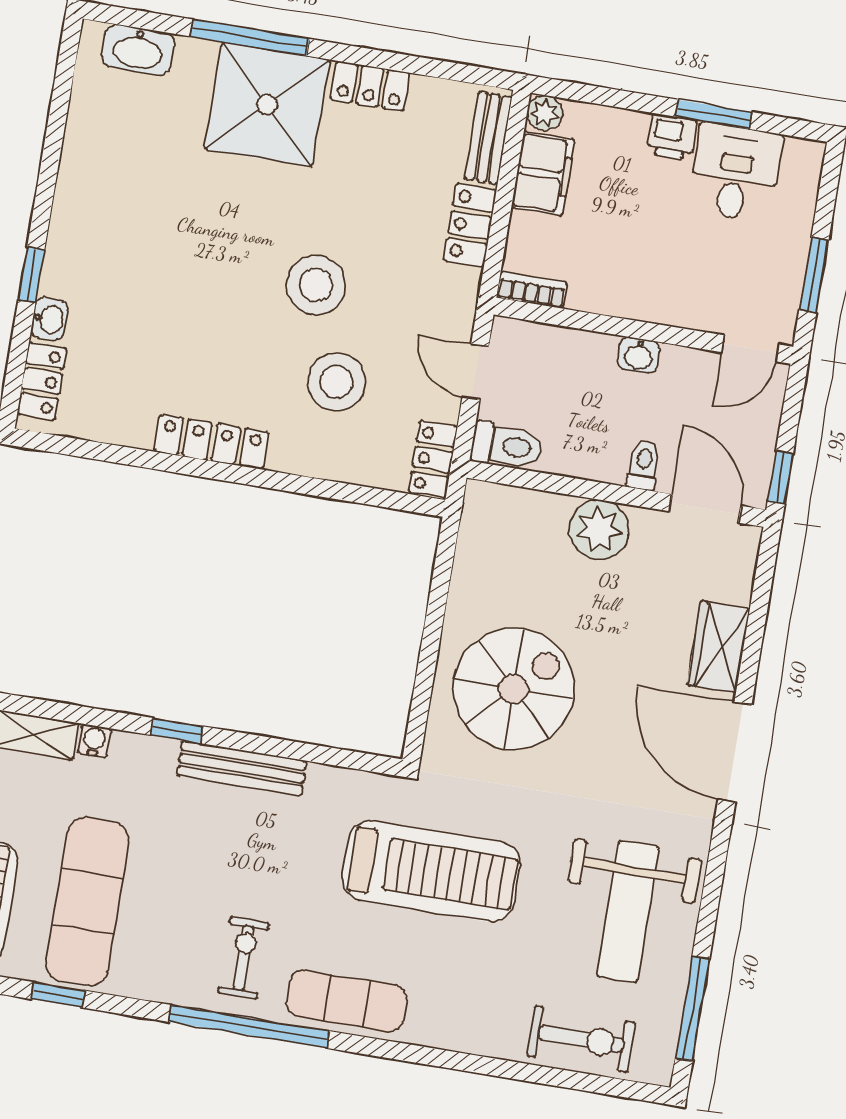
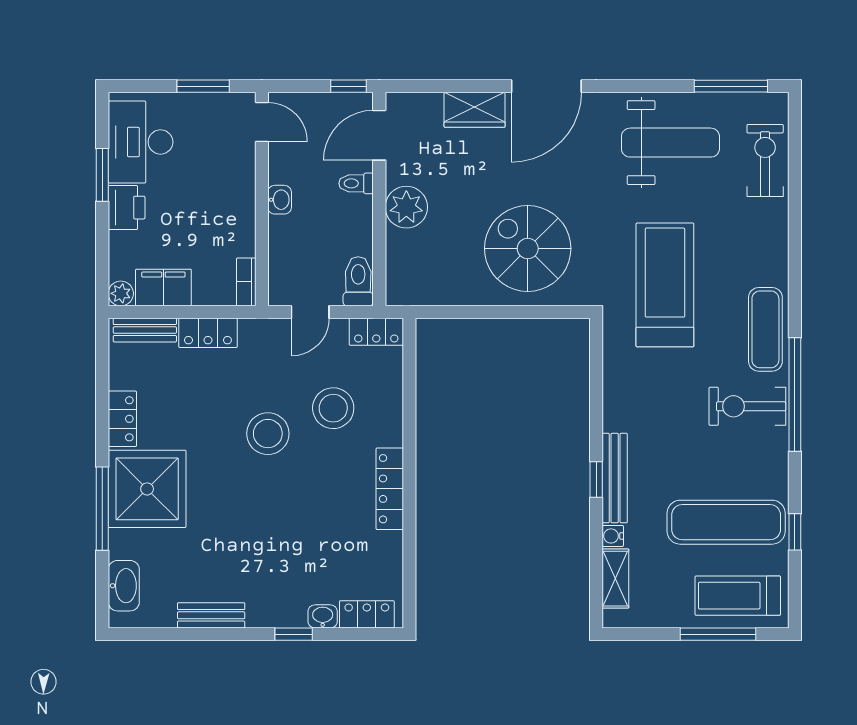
printer: (672, 137) -> (127, 208), width x1.36, depth x1.24
bench: (77, 164) -> (211, 615), added
desk: (735, 173) -> (141, 142), width x1.37
bench: (242, 768) -> (615, 478), moved
exercise bike: (244, 958) -> (747, 406), width x1.38, depth x1.39

